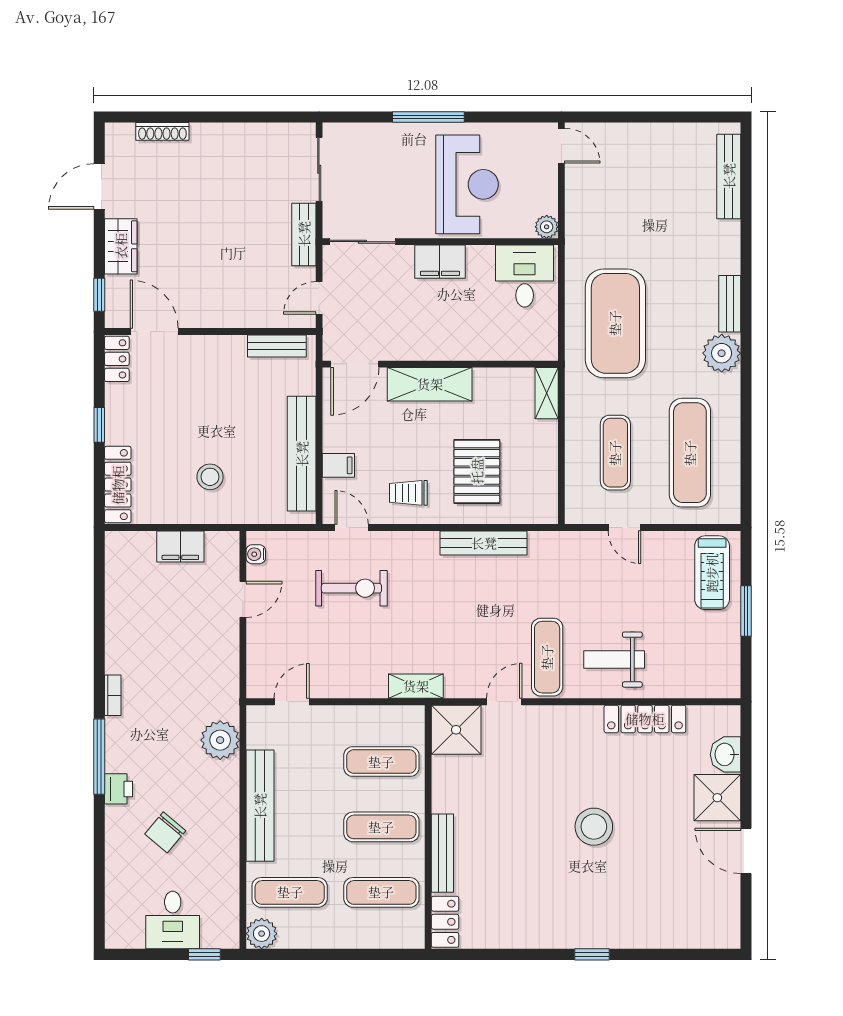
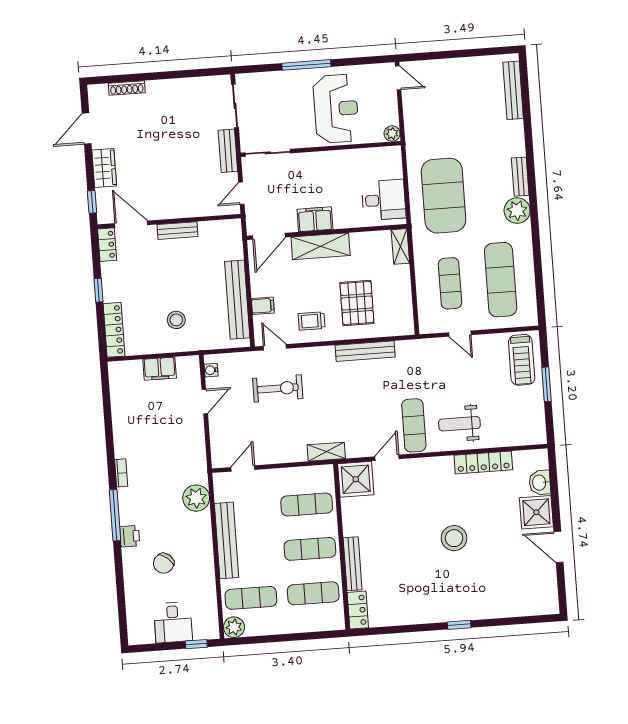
filing cabinet: (440, 262) -> (315, 219), moved, turned 180
desk: (525, 276) -> (384, 200), moved, turned 90
bench: (277, 346) -> (177, 231), moved

